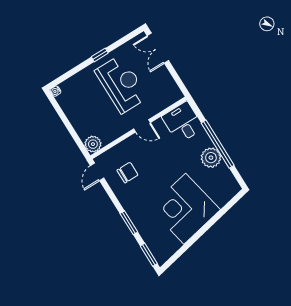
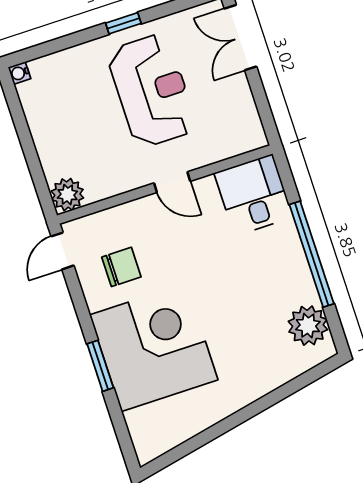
plant: (211, 158) -> (308, 326), moved
corner desk: (185, 209) -> (154, 347), moved, turned 102
window: (149, 255) -> (124, 438), removed

